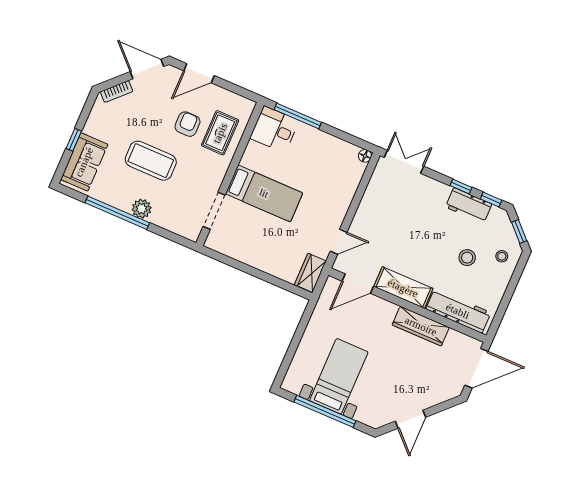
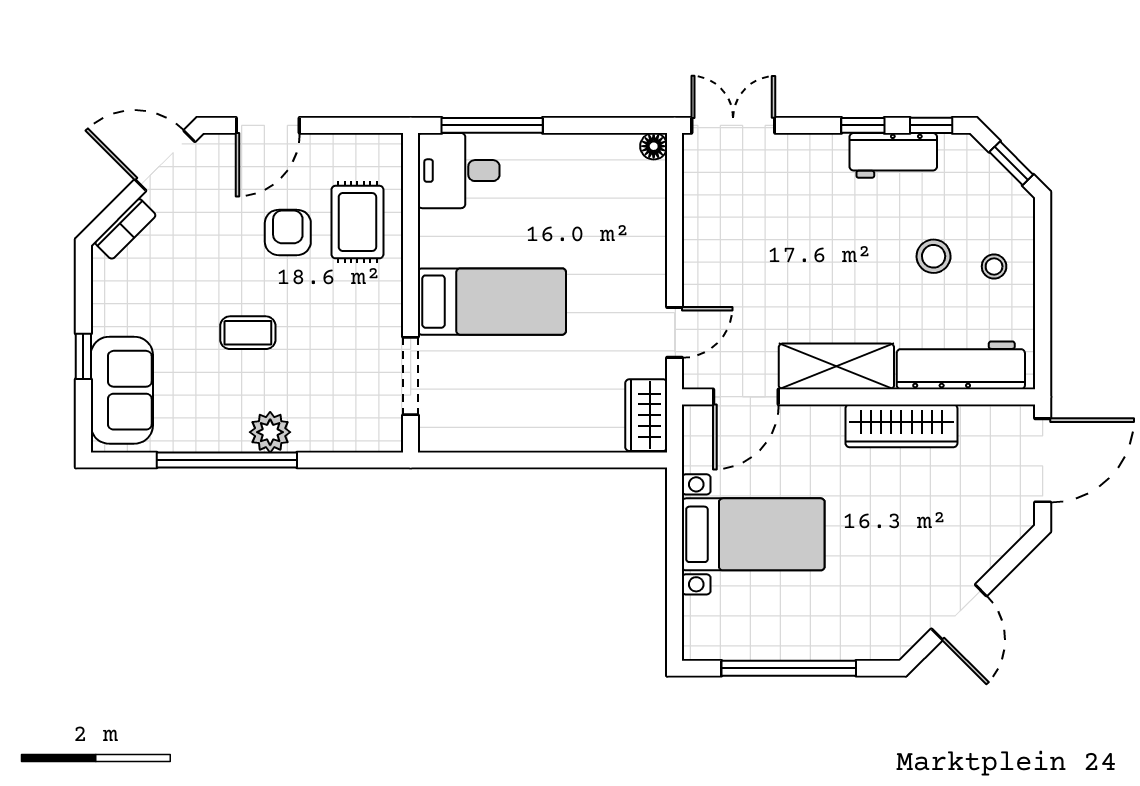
coffee table: (151, 161) -> (248, 333), width x0.54, depth x0.58
stool: (502, 256) -> (994, 266), moved
bed with nightstands: (339, 376) -> (753, 534), moved, turned 90

